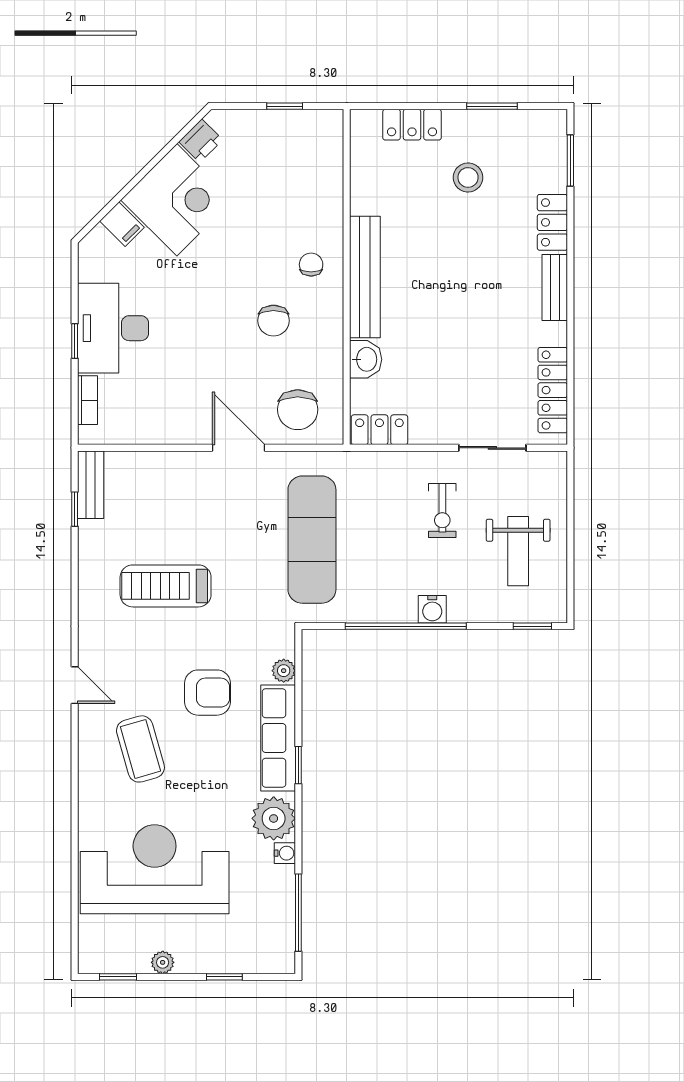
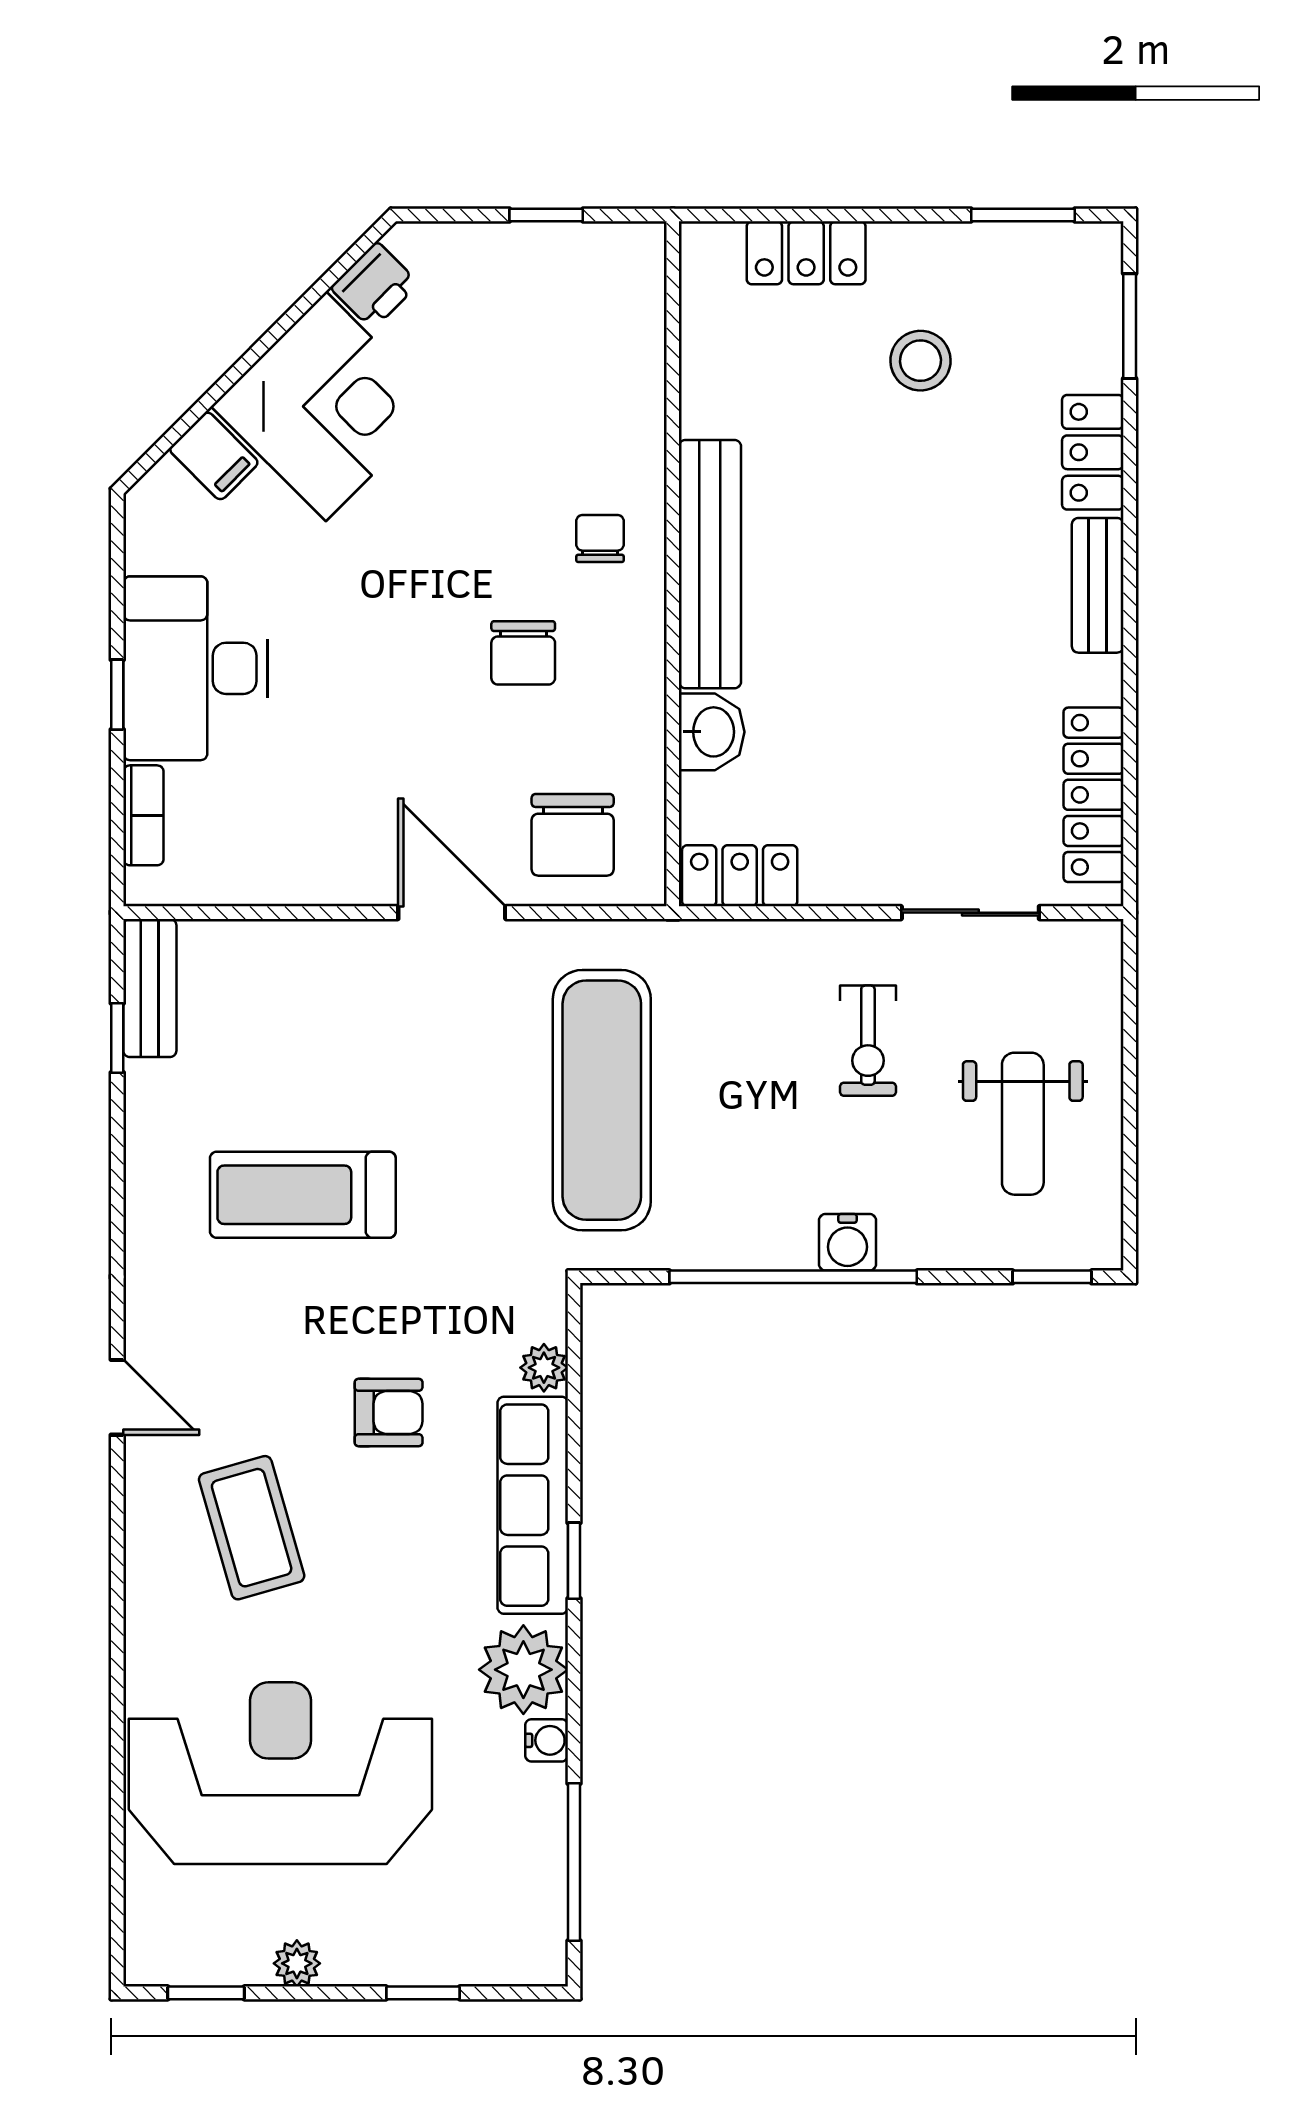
window: (492, 106) -> (1023, 215), moved
armchair: (208, 693) -> (389, 1413), width x0.72, depth x0.72

